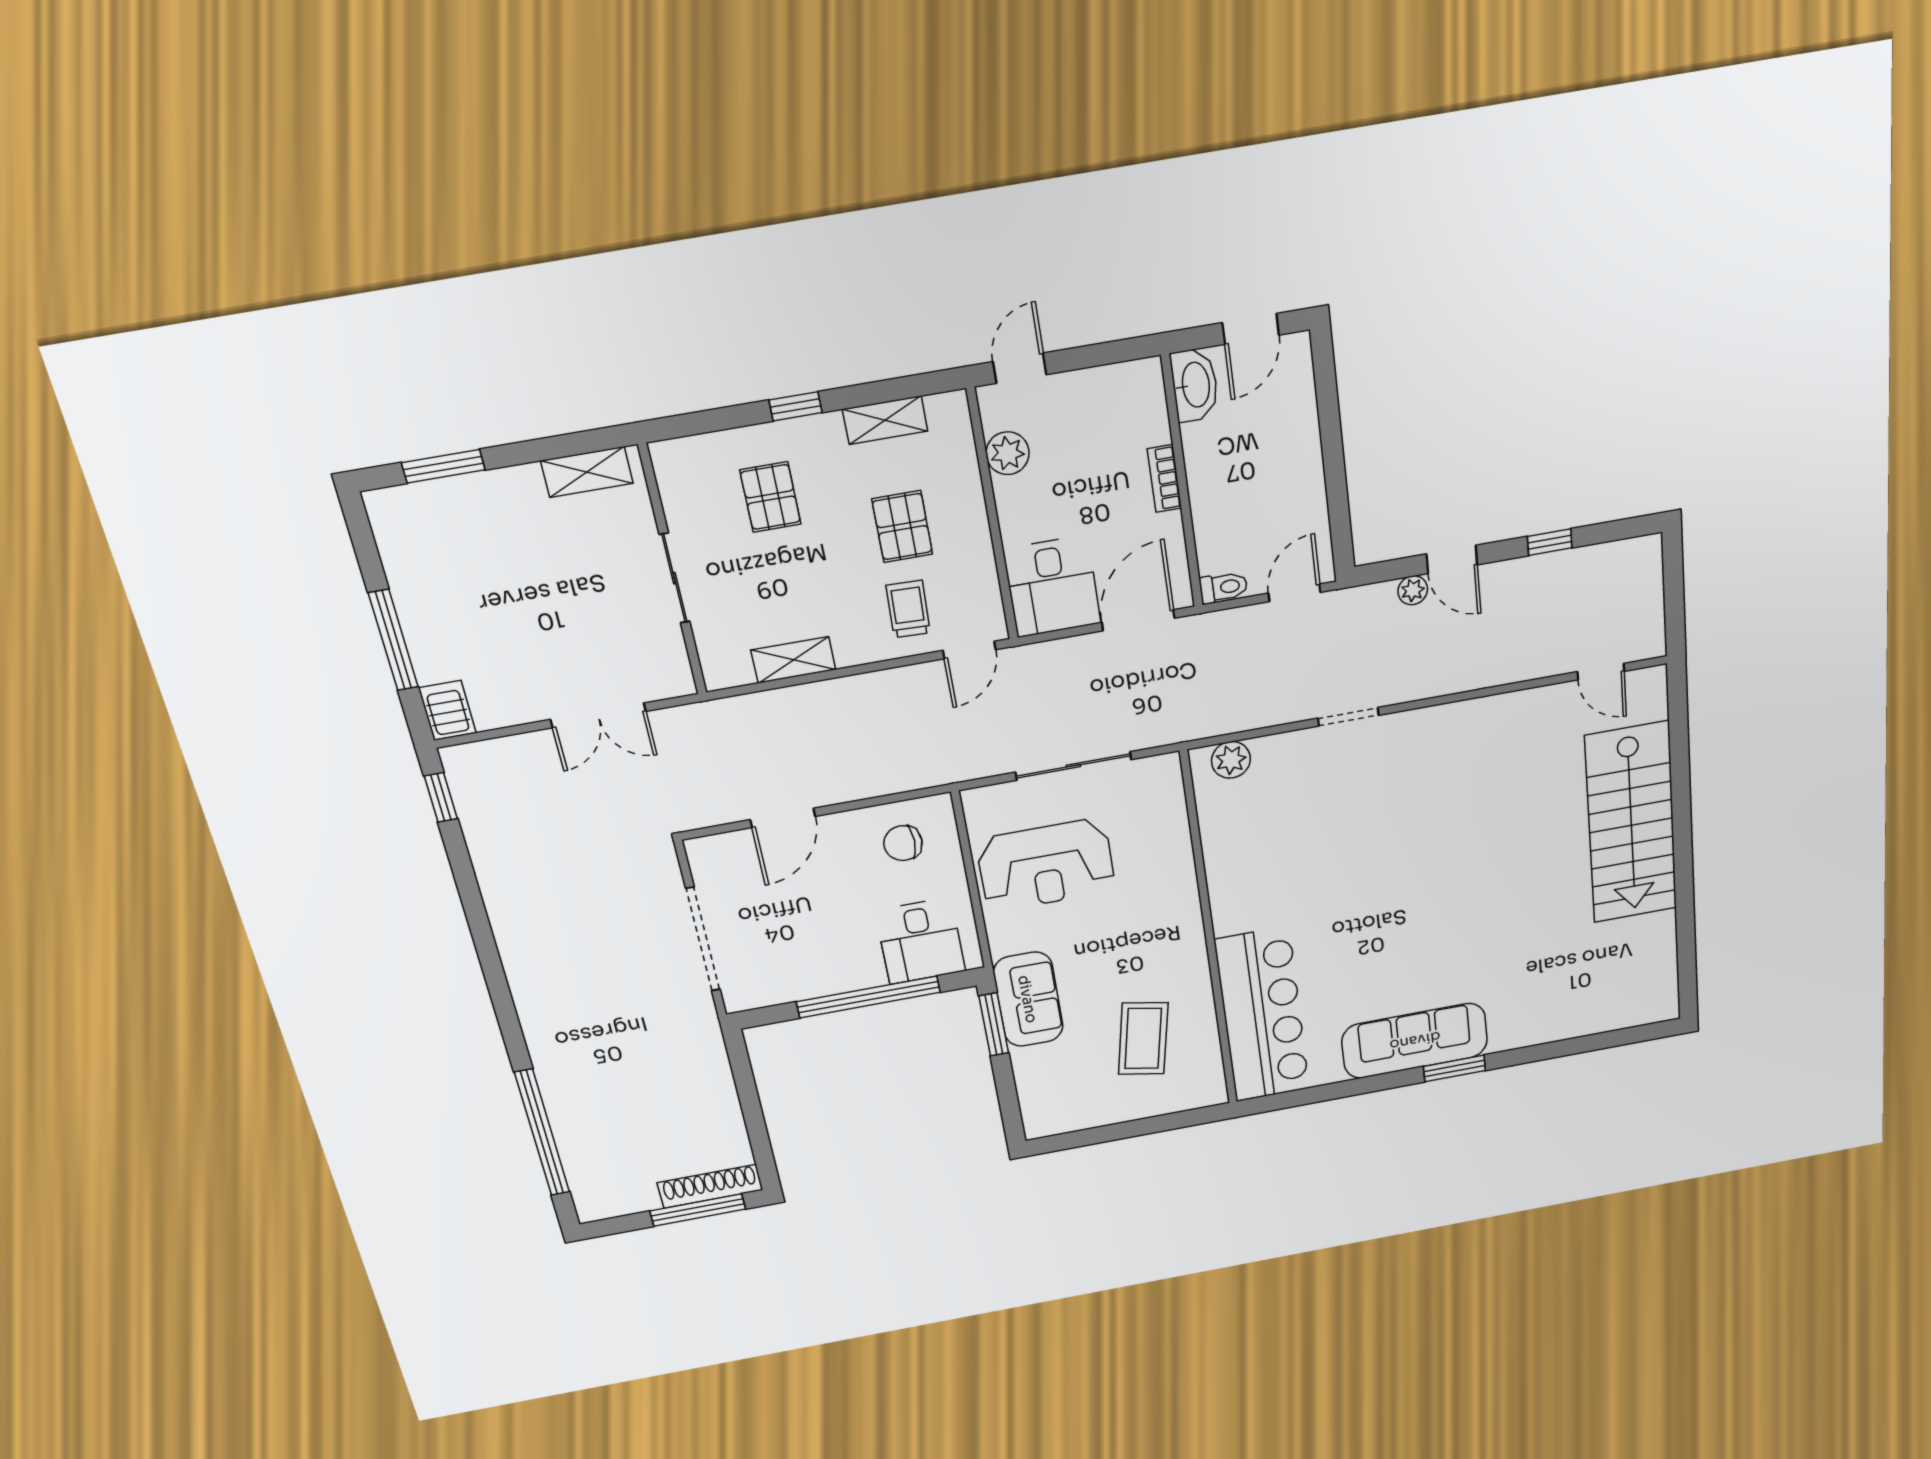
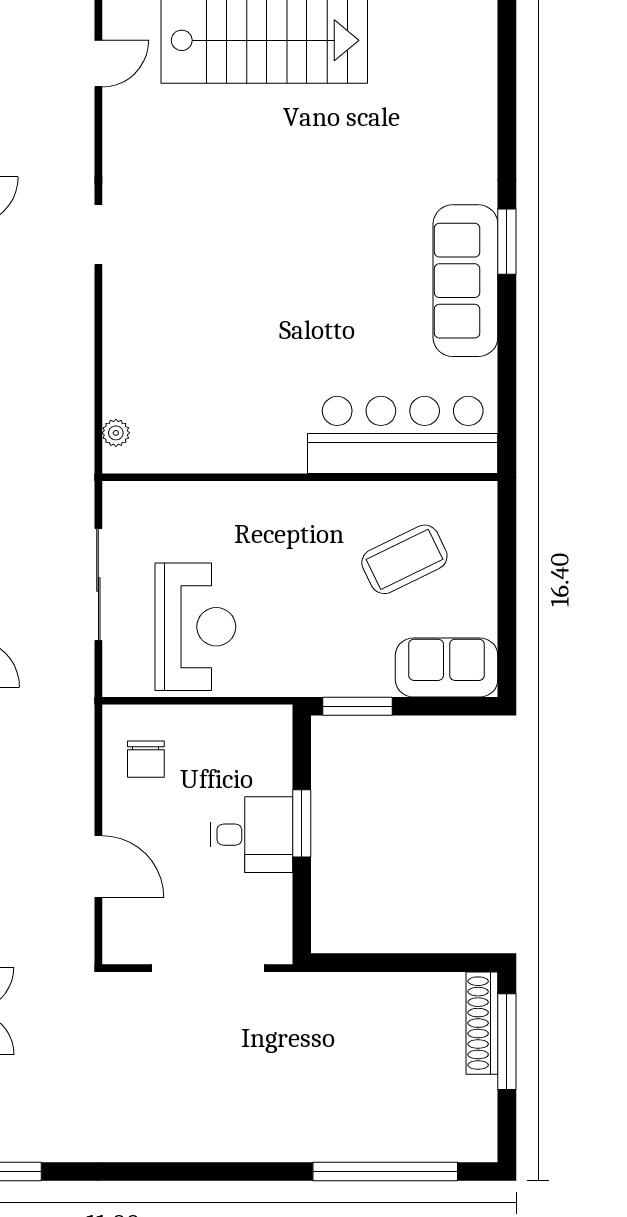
doorway: (1348, 717) -> (98, 235), moved
plant: (1231, 760) -> (116, 433), width x0.73, depth x0.73
desk: (920, 941) -> (252, 835), moved
window: (868, 997) -> (302, 823), width x0.47
sofa: (1028, 999) -> (447, 667), moved
coffee table: (1143, 1039) -> (404, 559), turned -37

